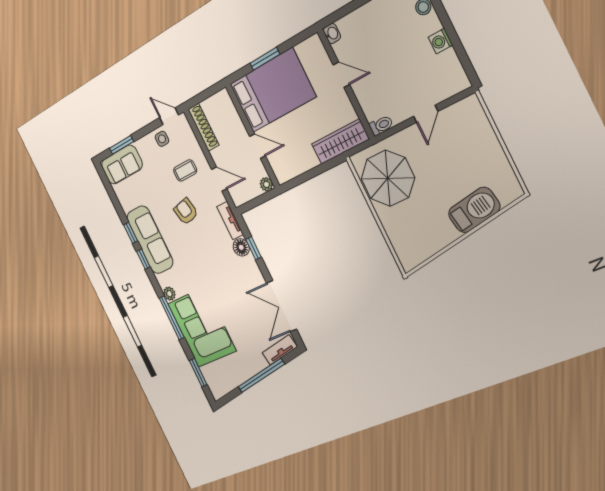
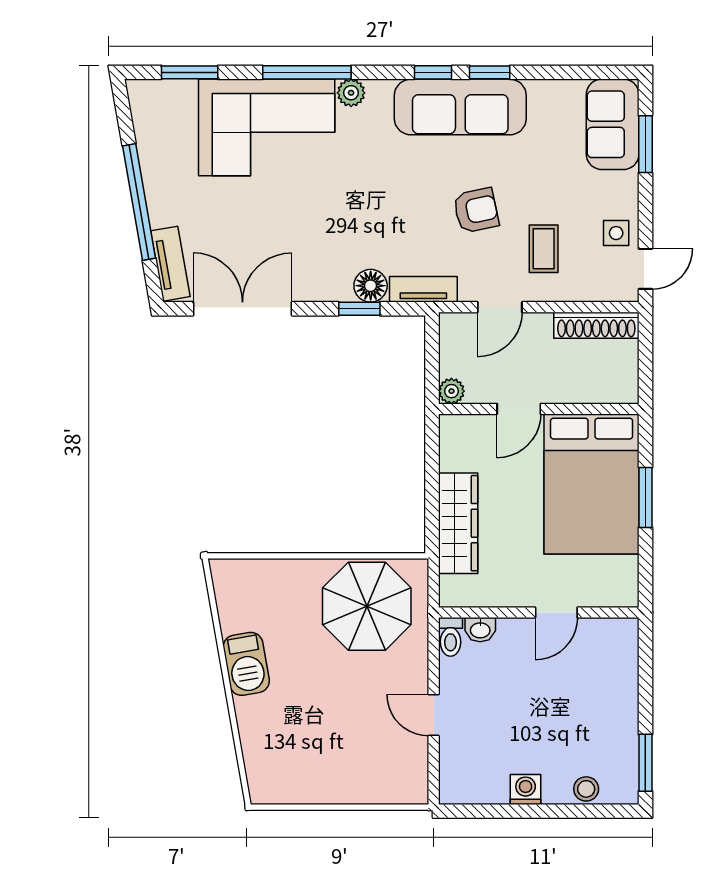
washbasin: (332, 34) -> (480, 630), moved
wardrobe: (340, 142) -> (458, 523), moved
barbecue: (474, 210) -> (246, 664), moved, width x0.73, depth x0.83

